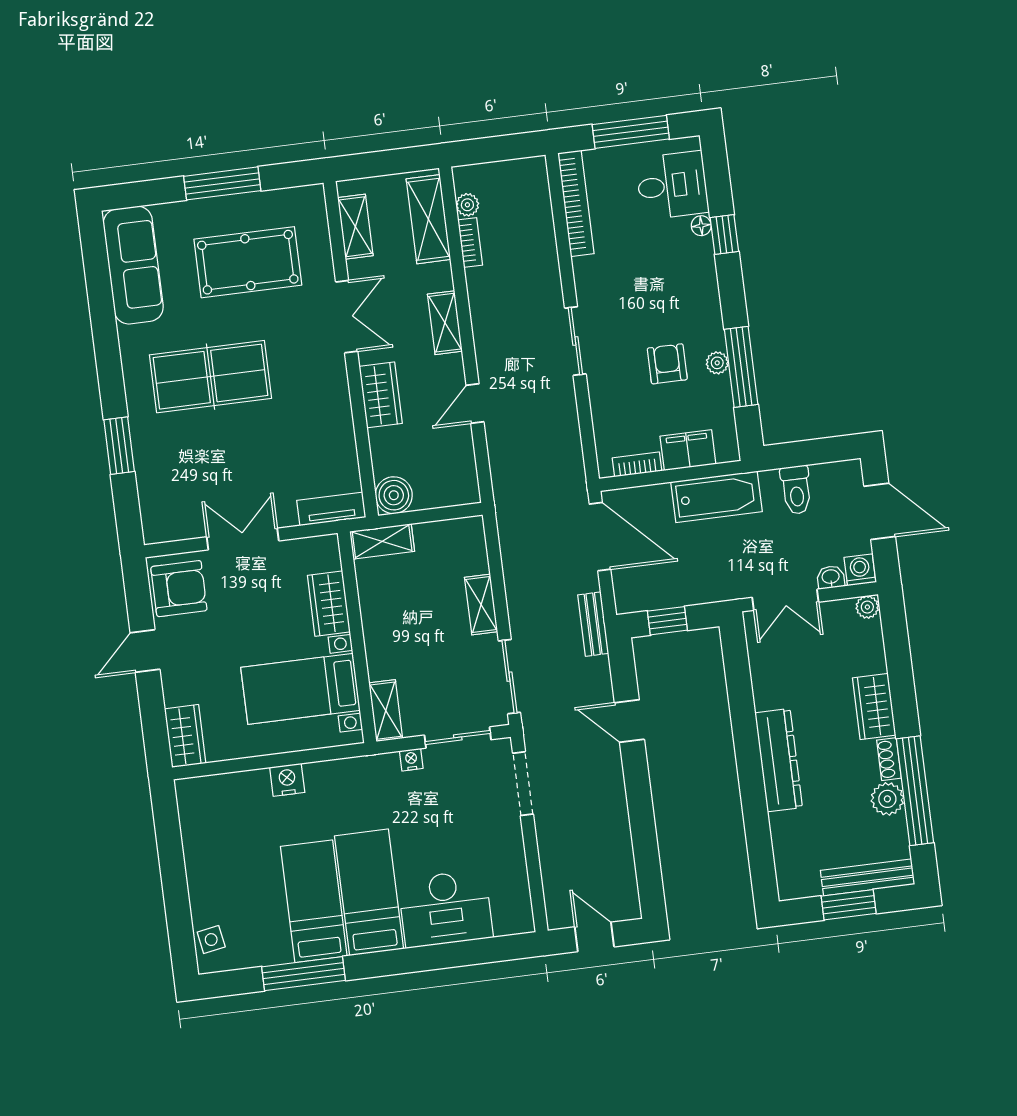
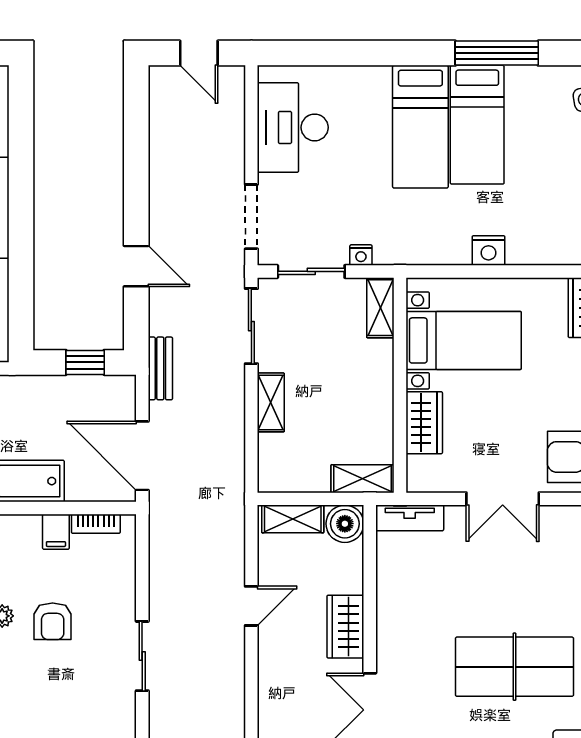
shelving: (445, 323) -> (293, 519), moved, turned 90
filing cabinet: (688, 450) -> (56, 532), width x0.50
desk: (445, 909) -> (293, 127), moved, turned -90

